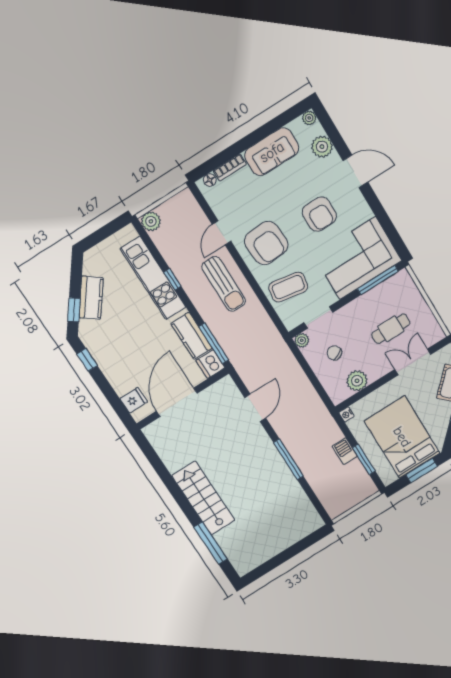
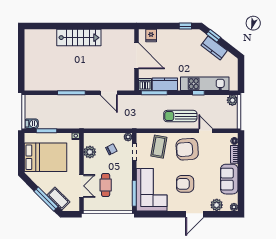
barbecue: (345, 451) -> (31, 124), moved
window: (422, 470) -> (21, 157), removed
window: (211, 543) -> (53, 26), removed

